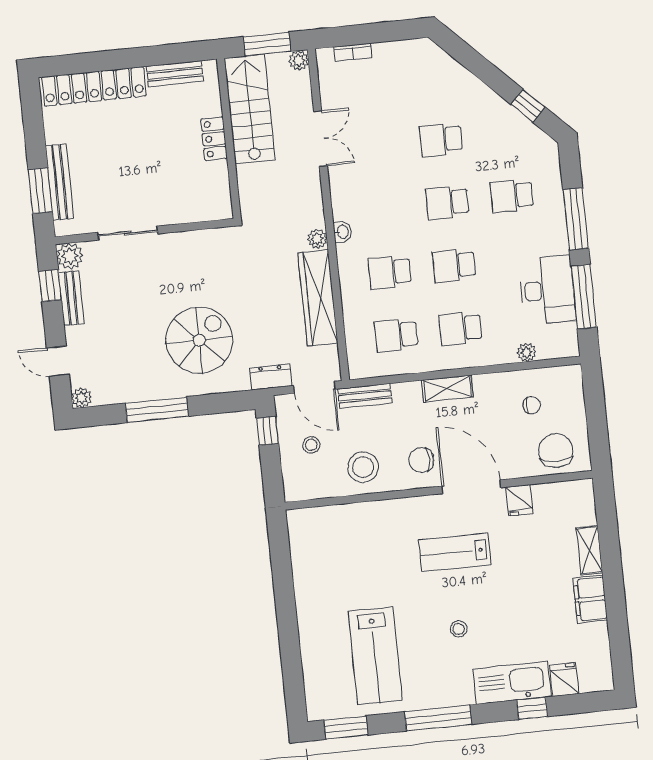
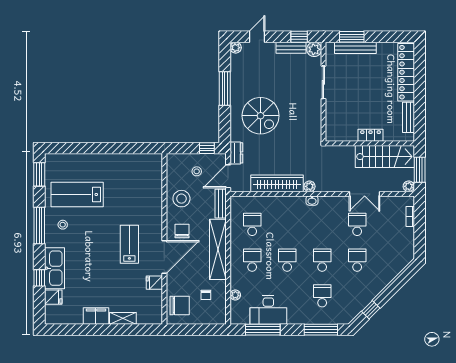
window: (576, 219) -> (321, 330), moved
school desk: (390, 272) -> (357, 224), moved
shelving: (447, 388) -> (218, 249), width x2.20, depth x1.33
stool: (459, 629) -> (63, 225), moved

